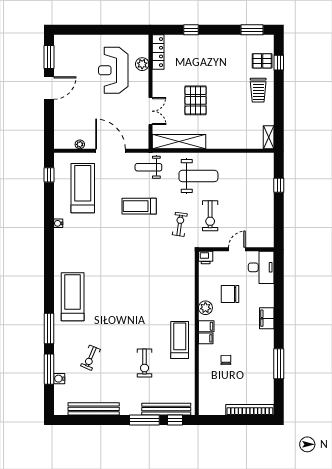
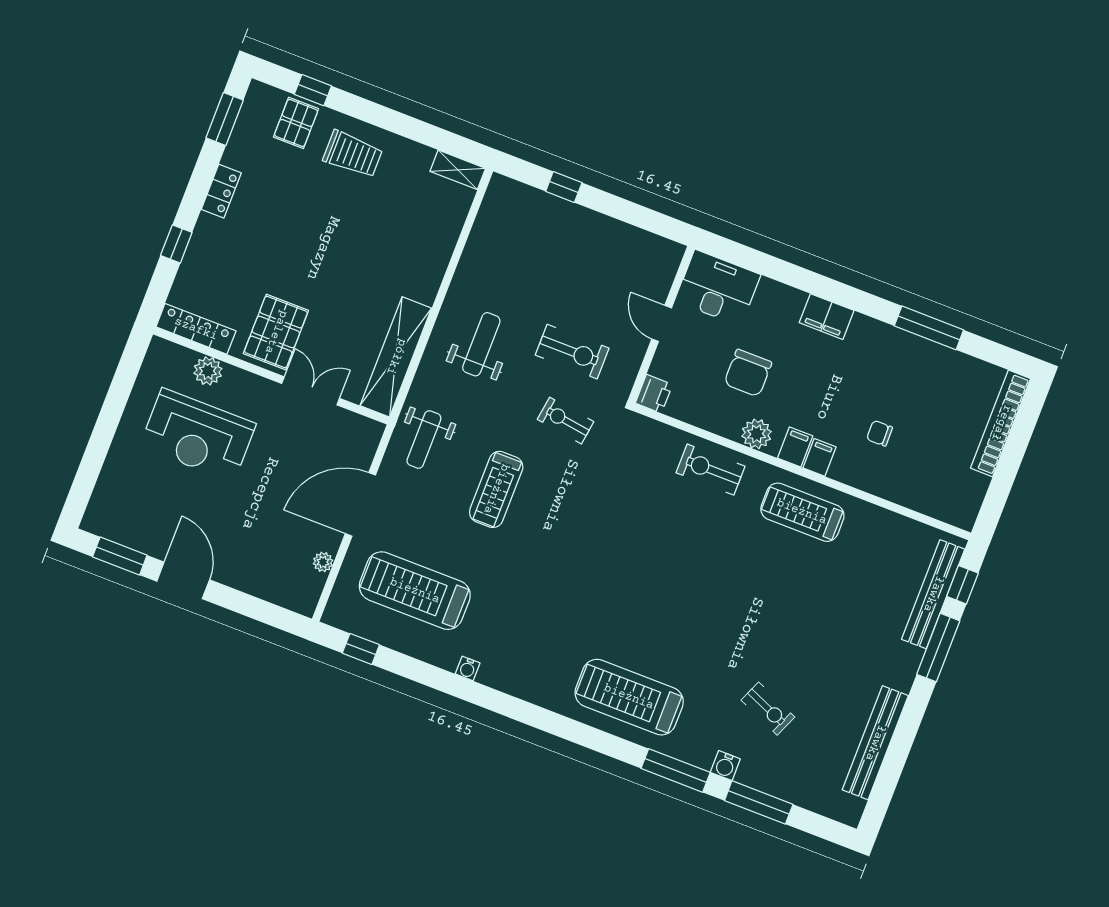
locker: (221, 40) -> (221, 191), added
pallet: (196, 100) -> (276, 332), moved, turned 90
weight bench: (198, 176) -> (481, 344), width x0.73, depth x0.75
exercise bike: (145, 363) -> (710, 469), moved, turned 180
water cooler: (59, 379) -> (725, 766), moved

